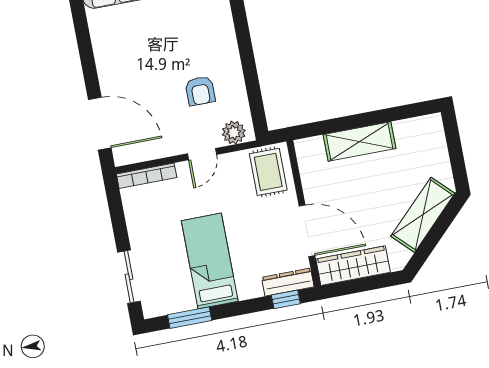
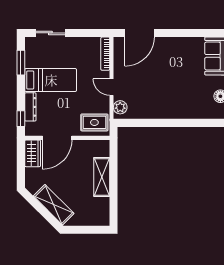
armchair: (200, 91) -> (147, 93), removed
wardrobe: (353, 266) -> (33, 153), width x0.67
dresser: (288, 282) -> (30, 107), moved

